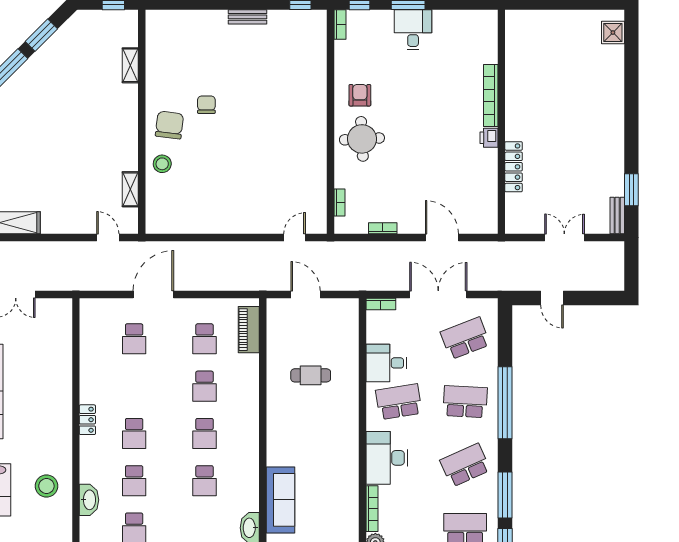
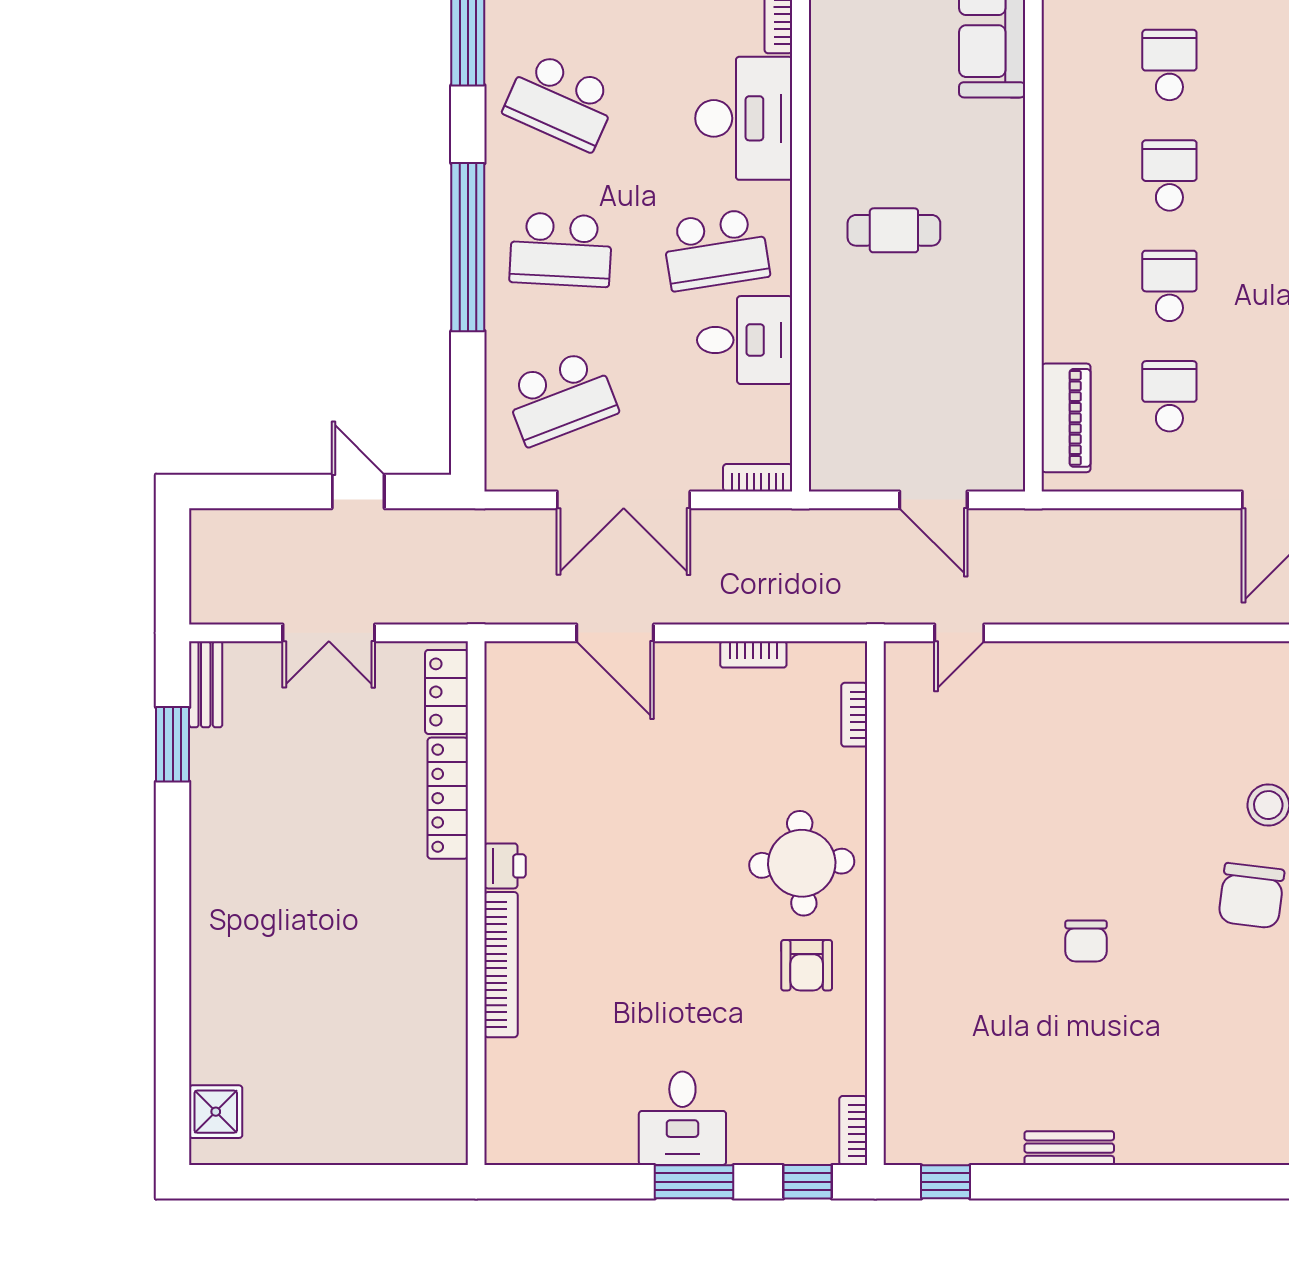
chair: (206, 105) -> (1086, 941), moved
locker: (514, 212) -> (447, 692), added
cafe table: (311, 375) -> (894, 230), moved
school desk: (465, 465) -> (561, 101), turned 48

